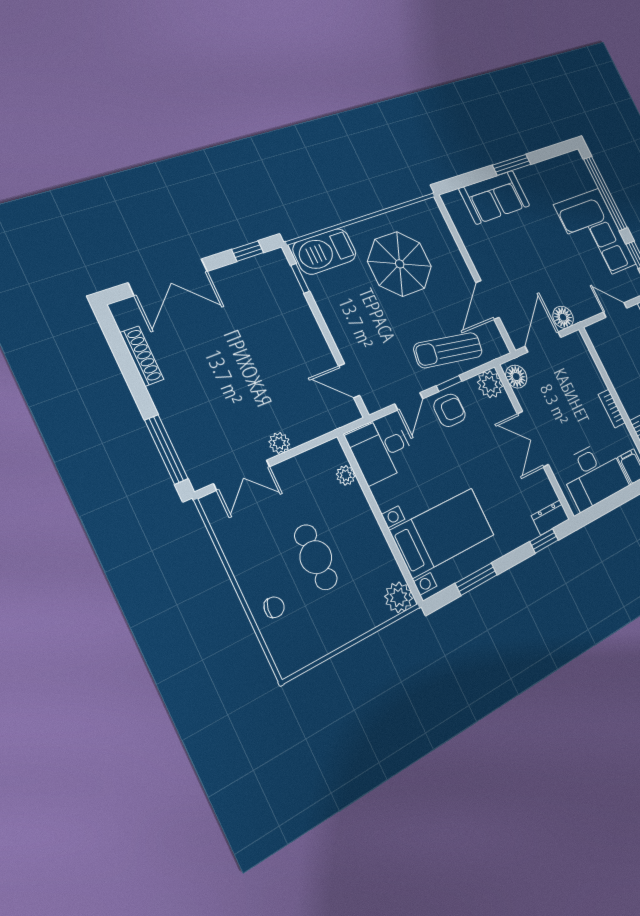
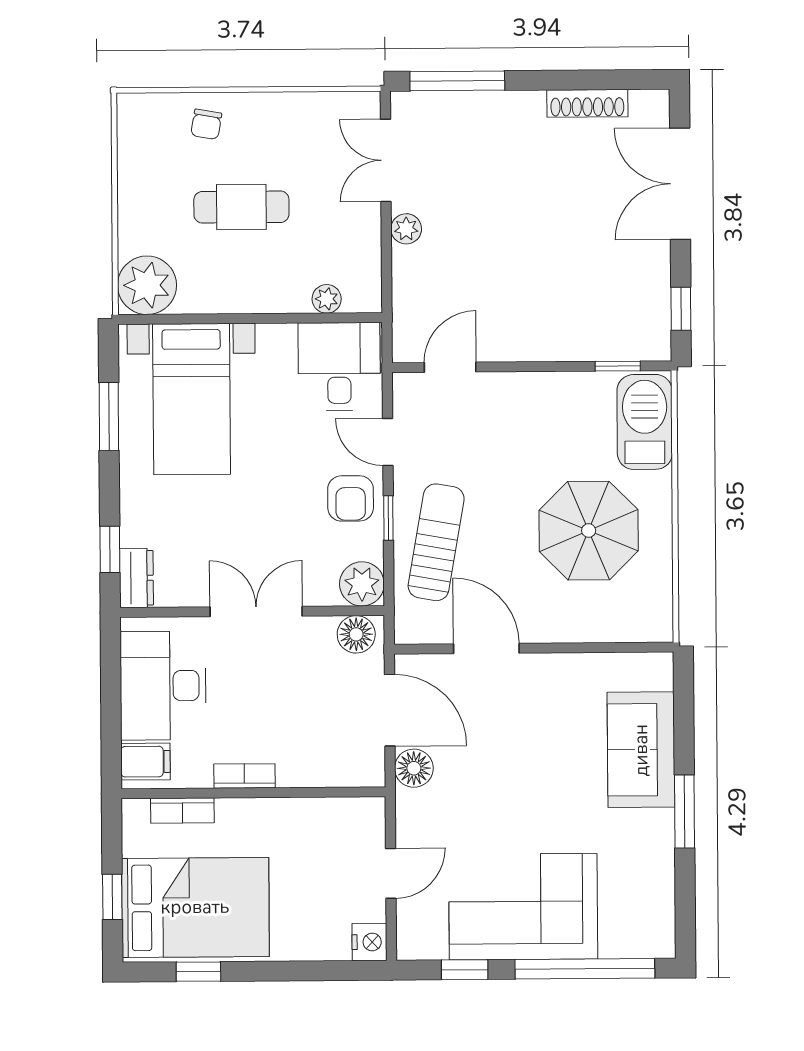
plant: (399, 597) -> (147, 285), width x1.36, depth x1.36

